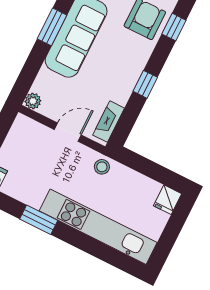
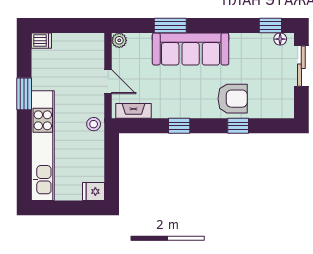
window: (52, 27) -> (170, 25), moved

